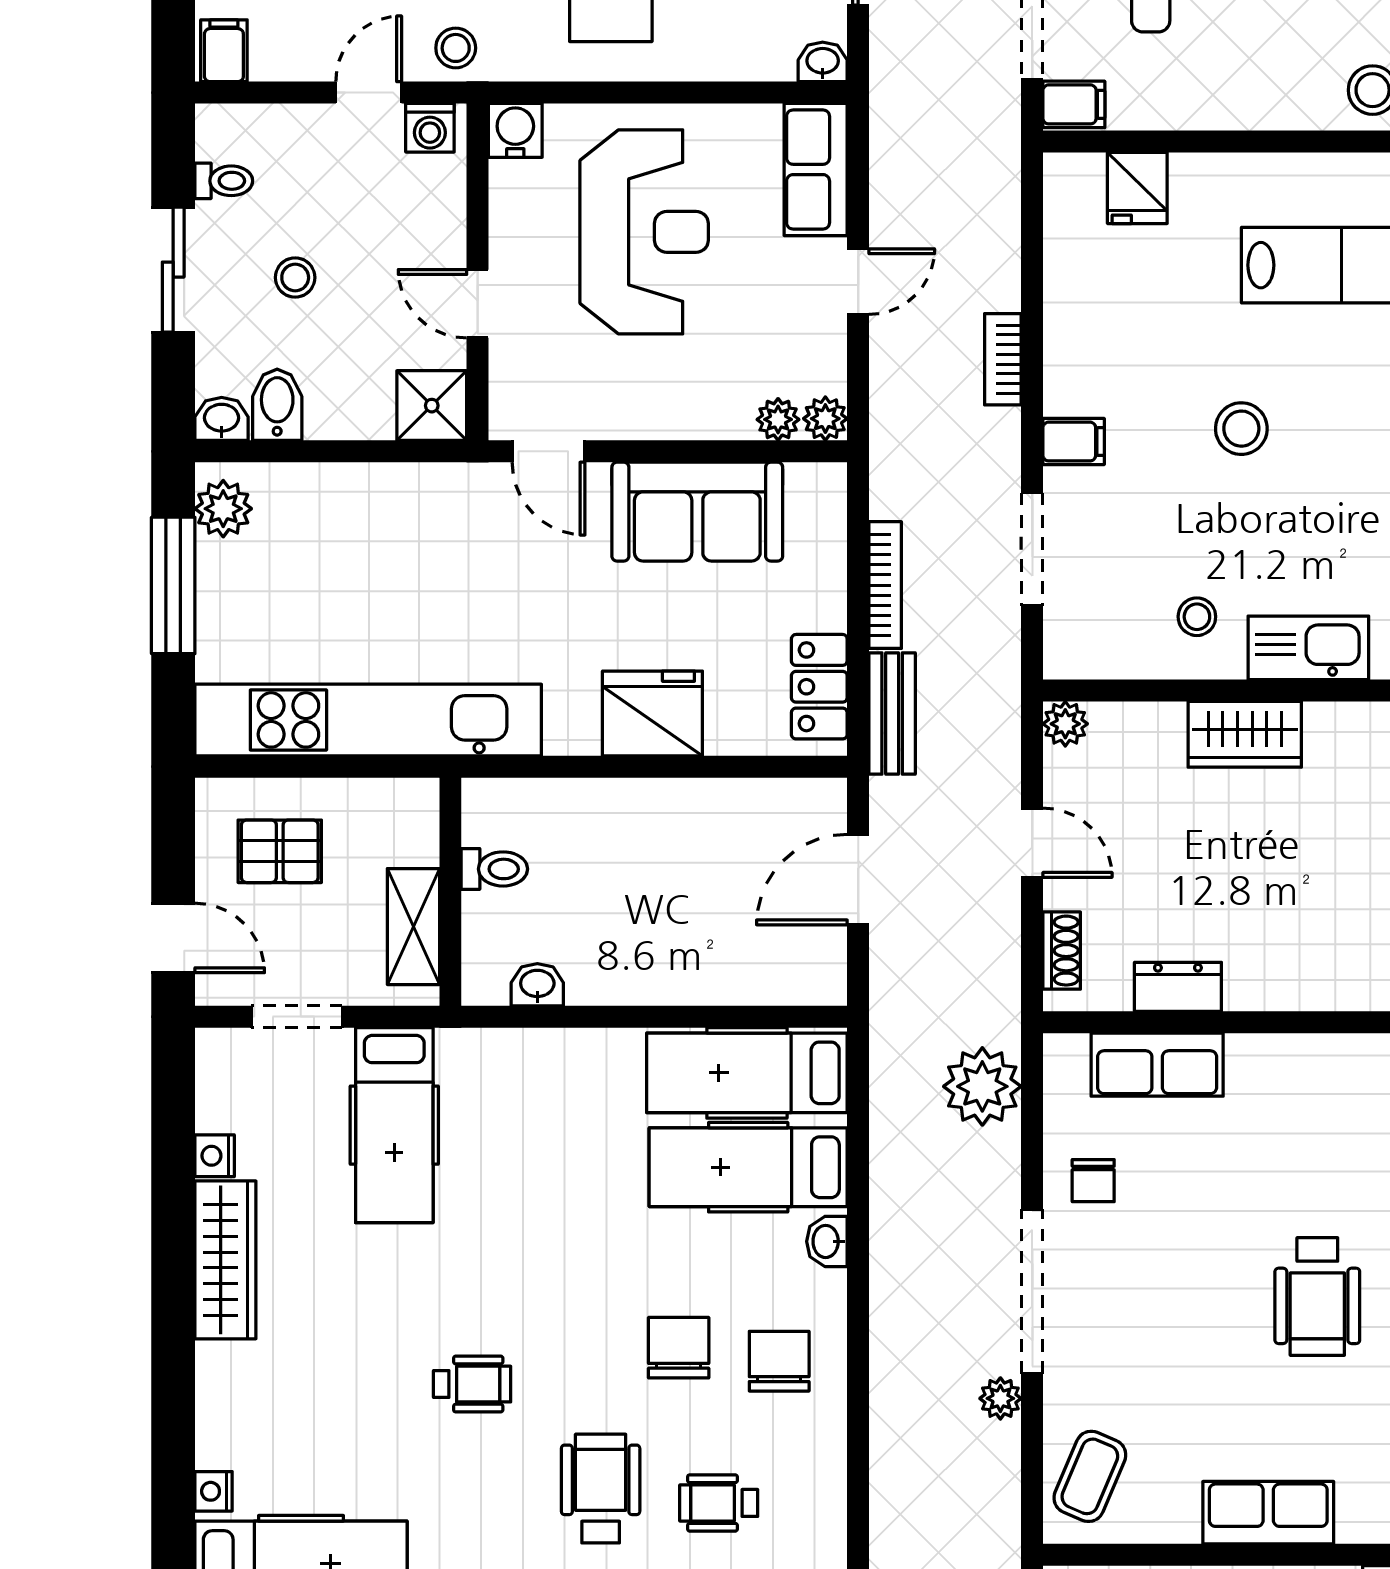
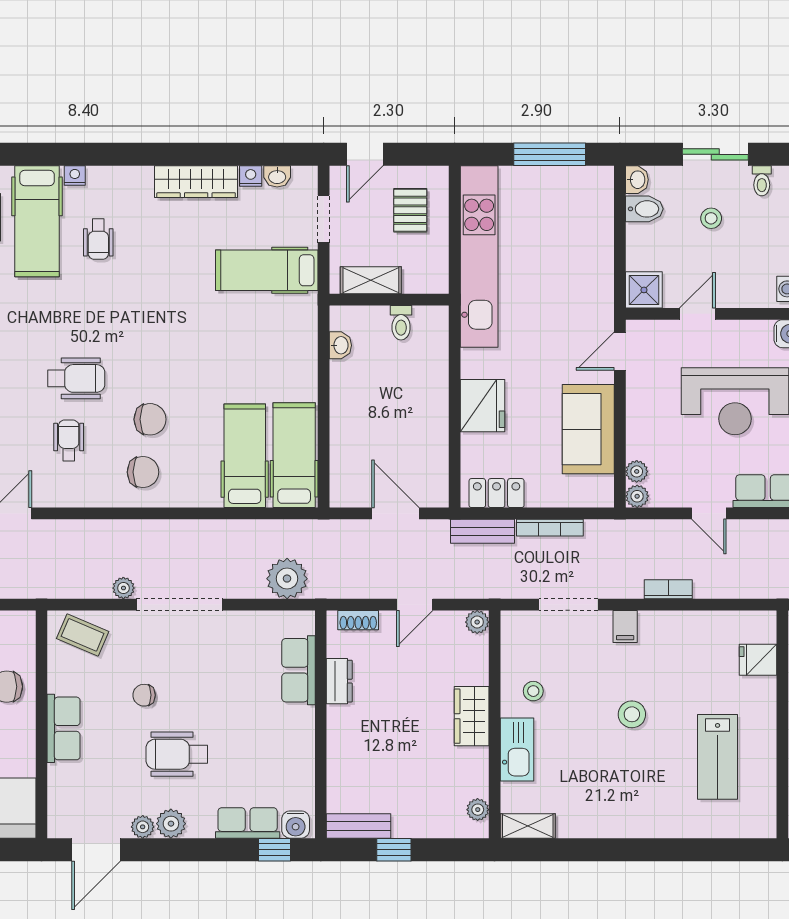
plant: (223, 509) -> (590, 181), removed
chair: (1093, 1181) -> (144, 695), moved
washbasin: (827, 1241) -> (277, 176), moved, turned 180
wheelchair: (472, 1384) -> (98, 239), moved

